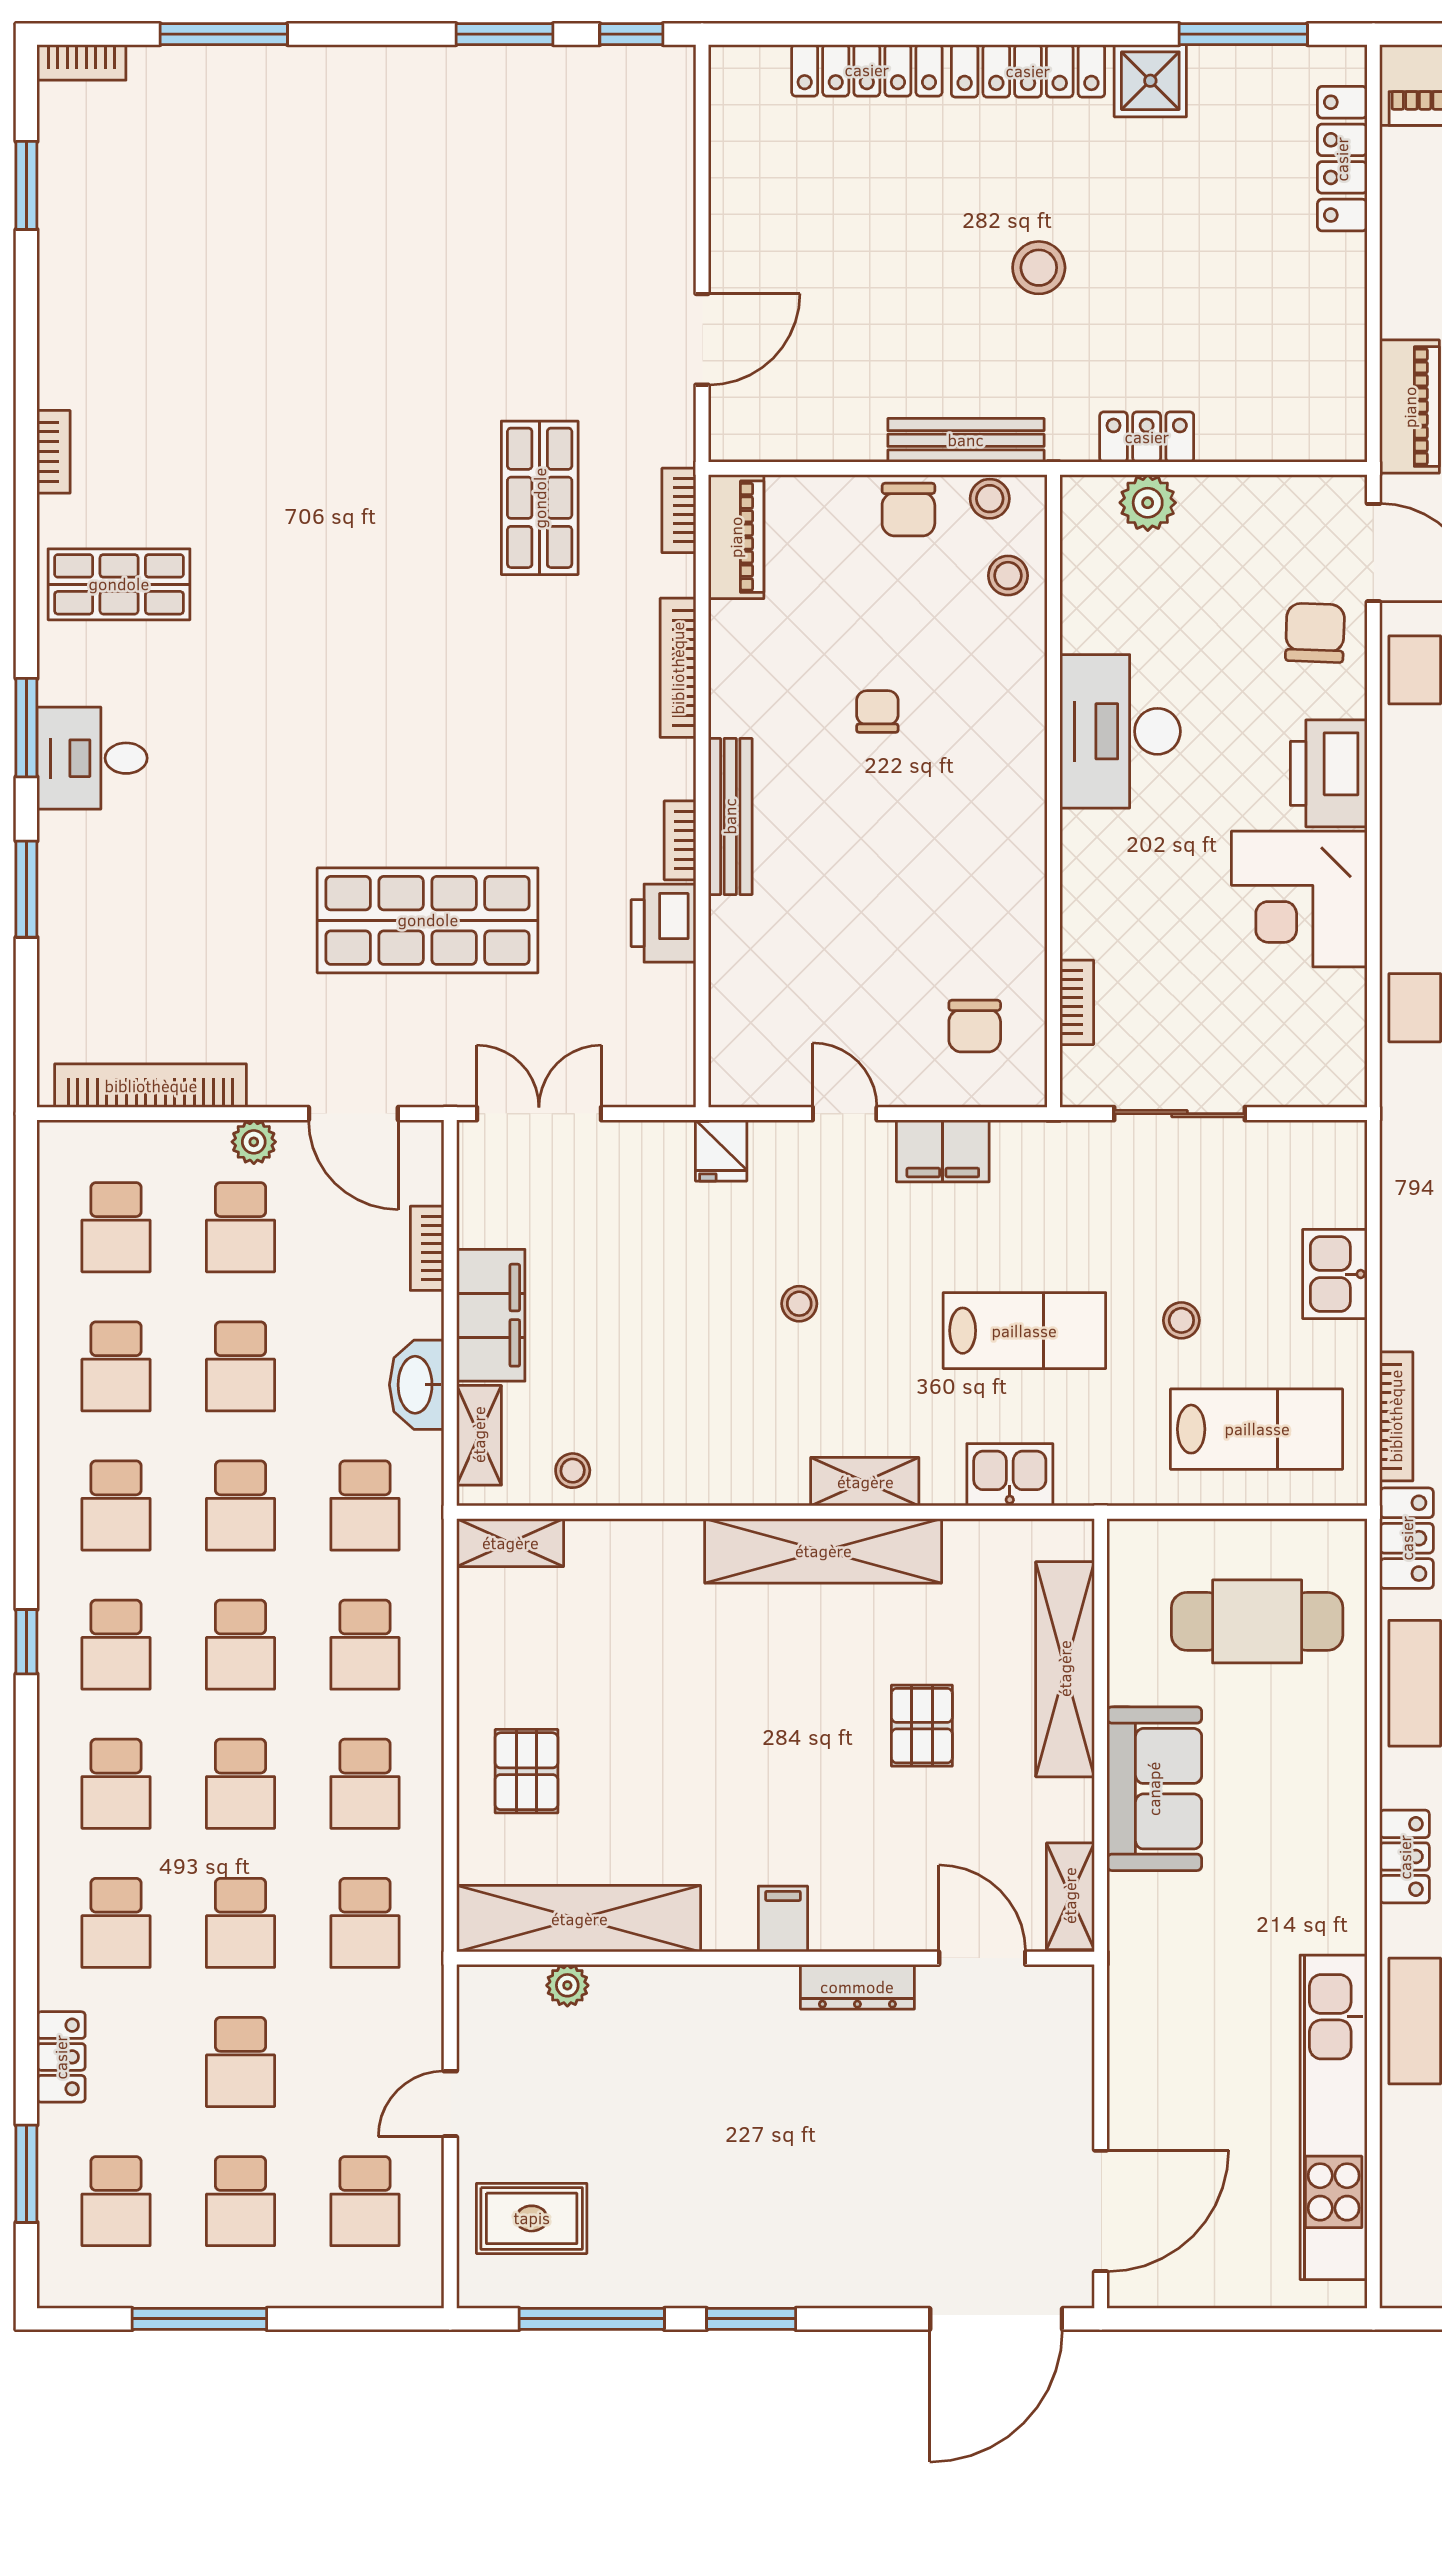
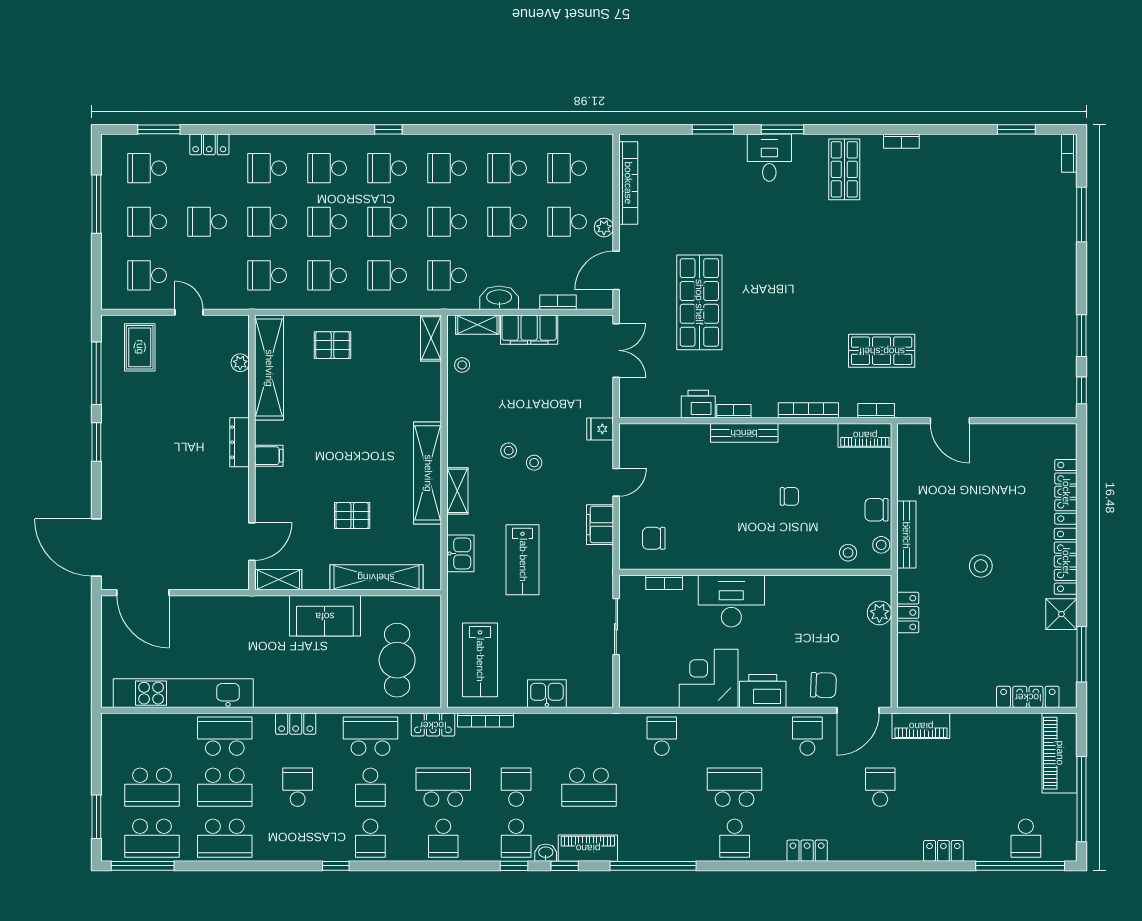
desk: (1120, 731) -> (731, 601), moved
stool: (1181, 1320) -> (509, 451), moved
dresser: (857, 1987) -> (240, 442), moved

